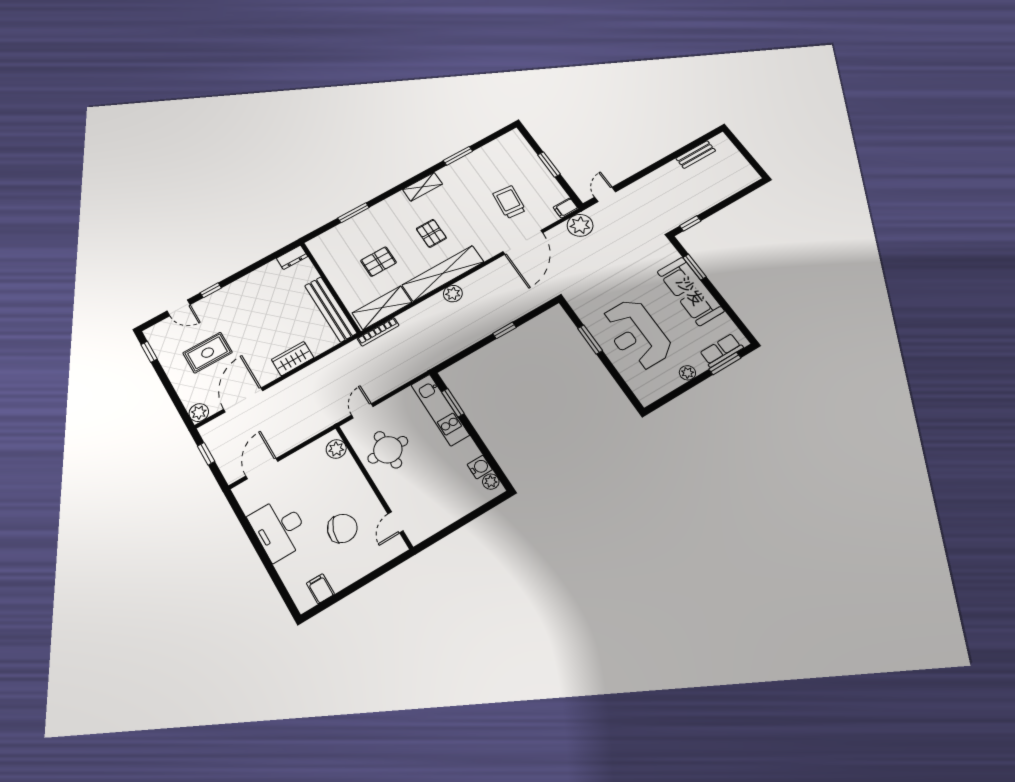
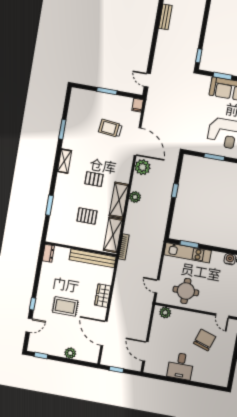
plant: (580, 225) -> (142, 167), moved
pallet: (379, 262) -> (87, 216), turned 90
shelving: (443, 273) -> (119, 200), width x0.68
rug: (208, 353) -> (65, 306), moved, turned 90
plant: (199, 413) -> (70, 353), moved
desk: (279, 529) -> (181, 366), width x0.73
filing cabinet: (320, 589) -> (223, 371), removed

